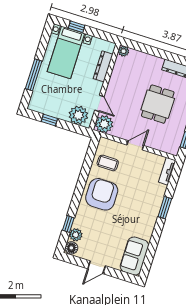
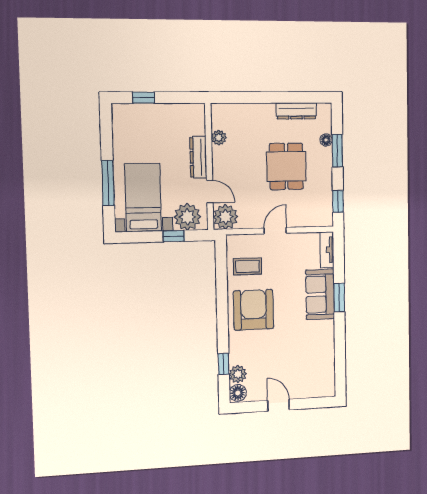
plant: (123, 51) -> (219, 138), moved
bed with nightstands: (66, 52) -> (143, 198), moved, turned 180
dresser: (103, 66) -> (198, 157), moved
window: (49, 120) -> (174, 236), moved
sofa: (134, 256) -> (320, 294), moved
door: (97, 267) -> (278, 405), swing flipped

